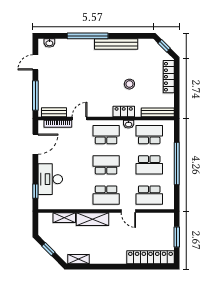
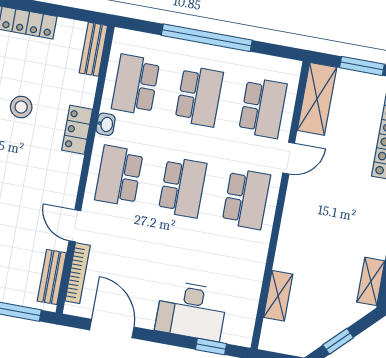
bench: (158, 112) -> (93, 49), width x0.73
school desk: (106, 165) -> (183, 187), turned 180
shelving: (92, 219) -> (317, 99), moved

